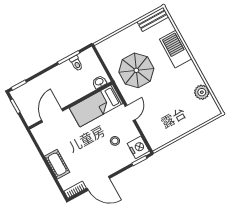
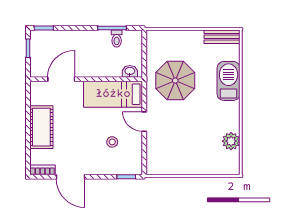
door: (130, 113) -> (144, 122), swing flipped
nightstand: (138, 147) -> (133, 162), removed
cot: (57, 164) -> (41, 127), width x1.37, depth x1.34

